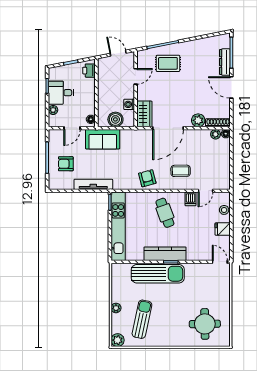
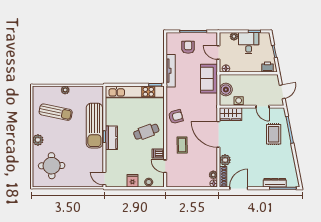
door: (231, 87) -> (239, 188), moved
kitchen counter: (165, 254) -> (111, 138), width x0.67
door: (220, 262) -> (104, 178), swing flipped
plant: (118, 340) -> (38, 140), moved

